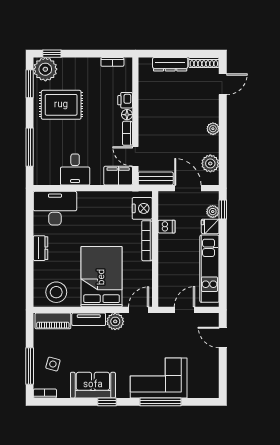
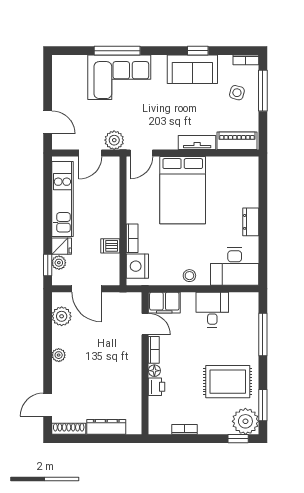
bookcase: (112, 62) -> (184, 429), moved
bench: (156, 179) -> (122, 299), removed
bookcase: (147, 241) -> (132, 238), width x0.64
stool: (56, 292) -> (189, 276), moved, width x0.53, depth x0.53
plant: (115, 321) -> (114, 140), moved
window: (107, 402) -> (198, 51), moved

